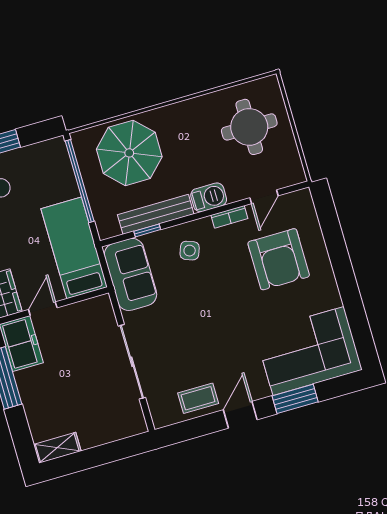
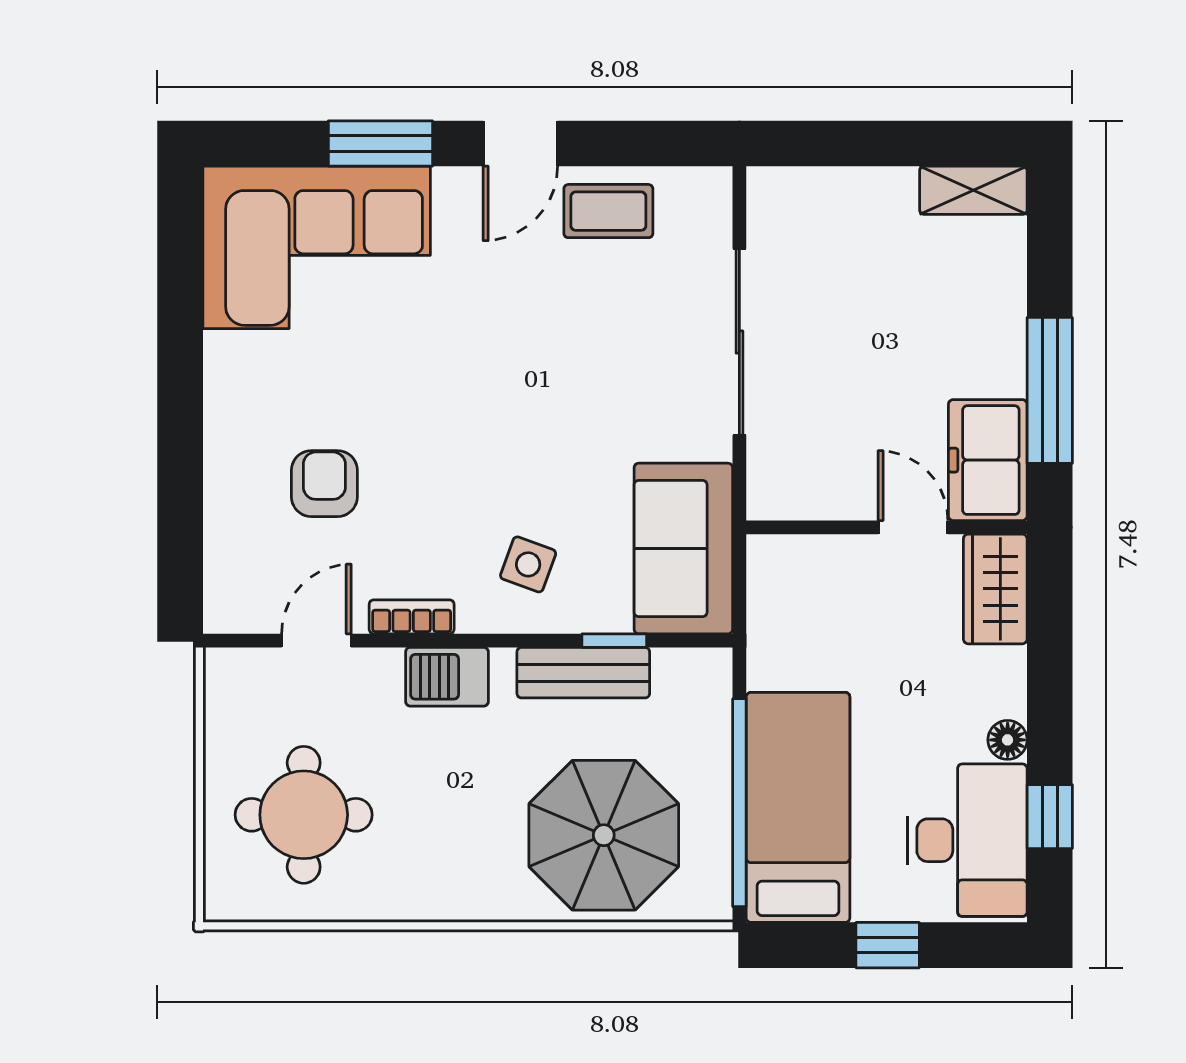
bench: (156, 214) -> (583, 673), width x0.73
bed: (74, 248) -> (798, 807), moved, turned 180
armchair: (279, 259) -> (324, 484), width x0.53, depth x0.53
door: (43, 309) -> (913, 527), swing flipped

